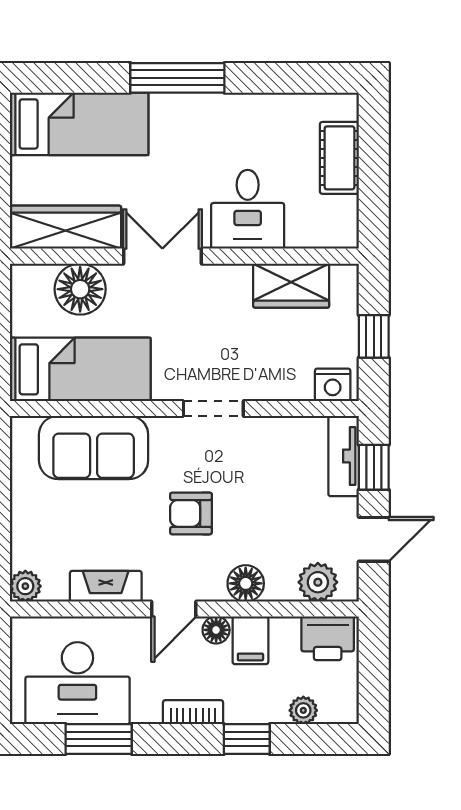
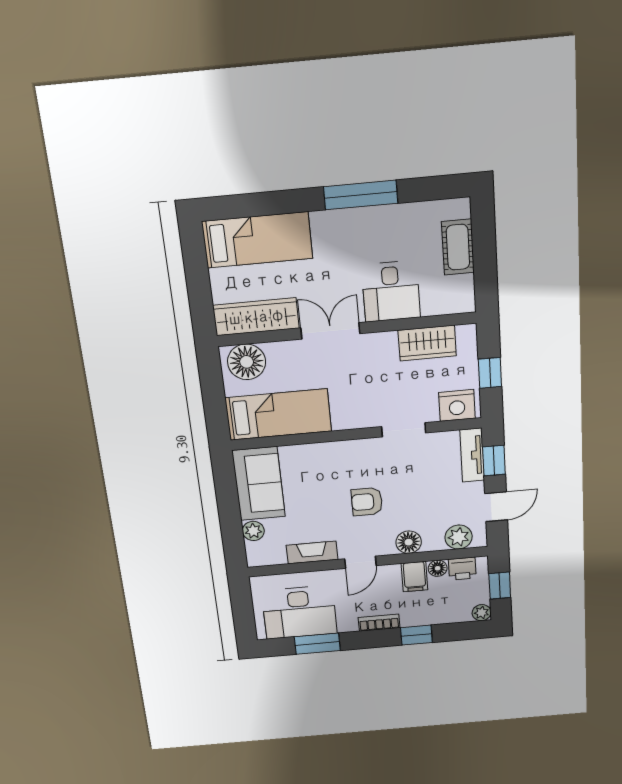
window: (177, 78) -> (361, 195), moved
floor lamp: (80, 289) -> (247, 362), moved
nightstand: (333, 385) -> (457, 405), width x1.36, depth x1.33
doorway: (213, 408) -> (404, 430), moved
sofa: (94, 448) -> (259, 484), moved, turned -90
plant: (25, 586) -> (253, 531), moved
floor lamp: (216, 630) -> (438, 568), moved
printer: (328, 638) -> (462, 569), width x0.73, depth x0.81
window: (374, 668) -> (500, 586), added
plant: (303, 710) -> (482, 613), moved

